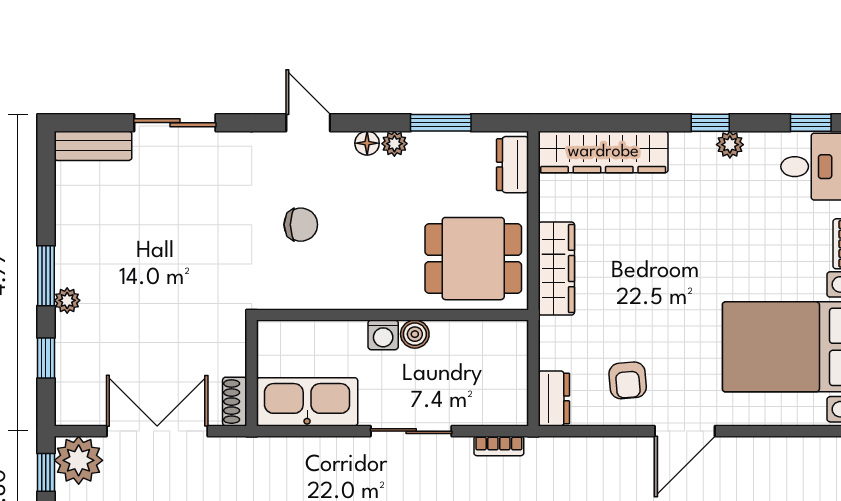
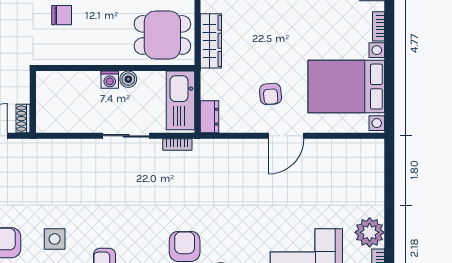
armchair: (628, 380) -> (270, 94), moved
kitchen sink: (307, 402) -> (180, 100), moved, turned -90

